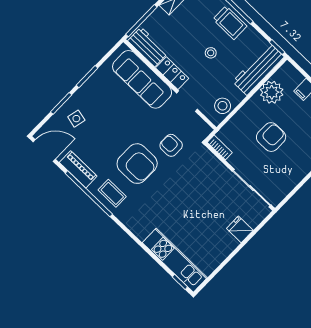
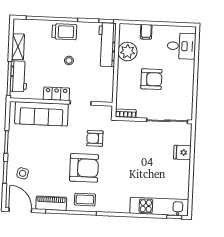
workbench: (148, 47) -> (19, 76), moved, turned 90
stool: (223, 106) -> (105, 86), removed
armchair: (271, 137) -> (151, 79), turned 90
door: (44, 150) -> (20, 210), hinge flipped

